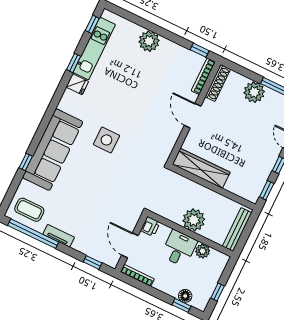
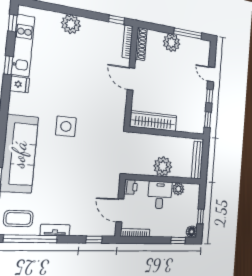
floor lamp: (185, 296) -> (192, 232), moved

